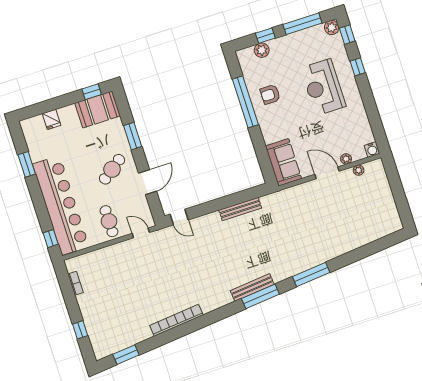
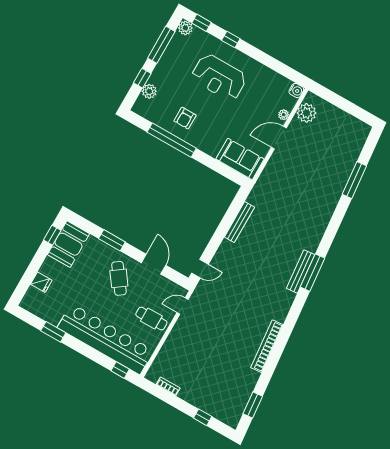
plant: (359, 170) -> (306, 113), width x1.88, depth x1.88
window: (311, 274) -> (354, 180), moved

